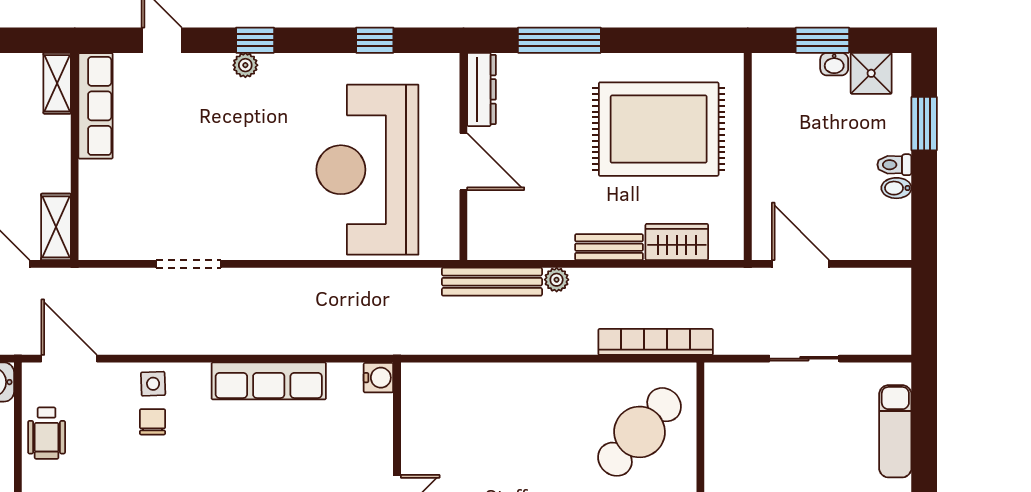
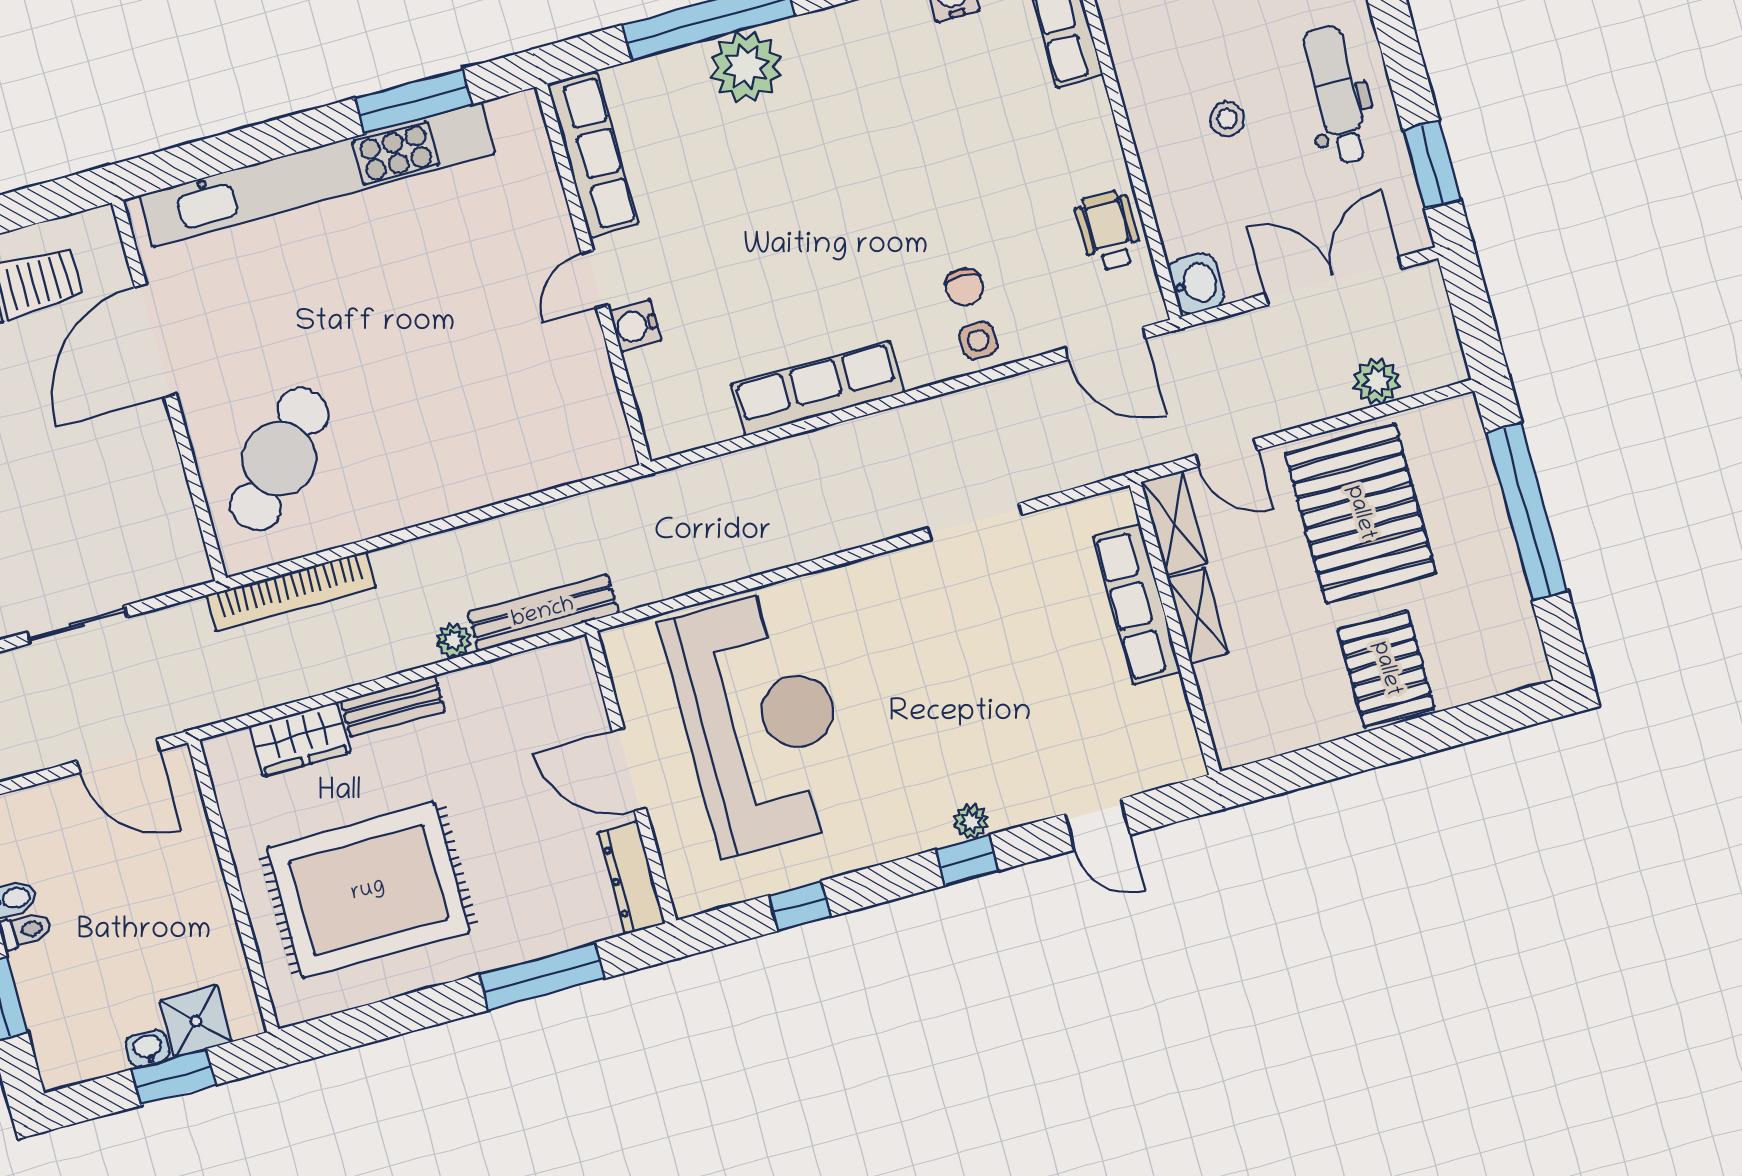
shower: (871, 73) -> (196, 1021), moved
shelving: (57, 83) -> (1198, 616), moved
row of seats: (96, 106) -> (1137, 604), moved
water cooler: (378, 378) -> (635, 326), moved

